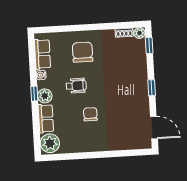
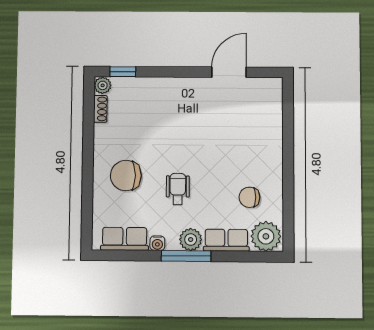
window: (152, 88) -> (188, 72), removed
window: (34, 94) -> (186, 256), width x2.17
chair: (90, 114) -> (249, 197), moved
door: (154, 128) -> (229, 72), moved

